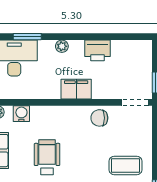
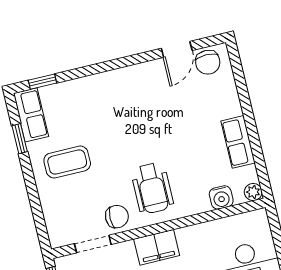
doorway: (135, 102) -> (93, 244), moved
wheelchair: (47, 157) -> (152, 188), moved

